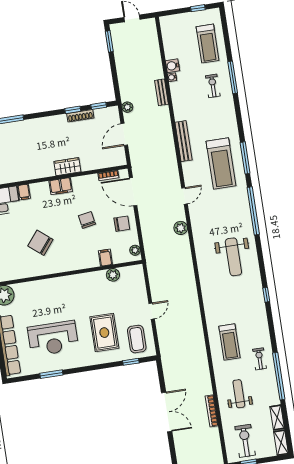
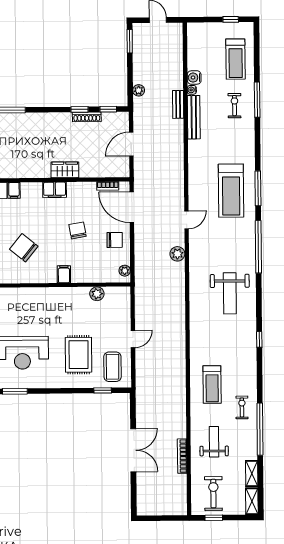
plant: (127, 107) -> (139, 90), moved
bench: (184, 141) -> (194, 117), moved
filing cabinet: (105, 258) -> (64, 274), moved

